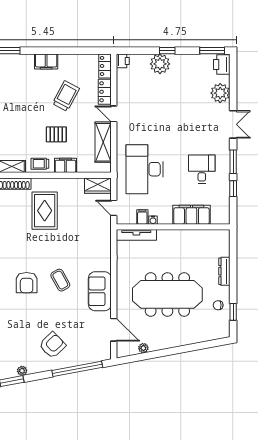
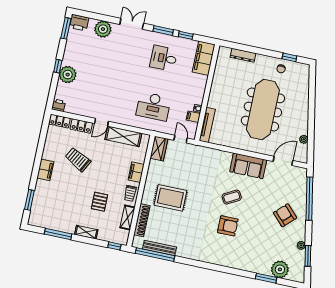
pallet: (56, 134) -> (100, 202), moved
desk: (145, 169) -> (153, 106), width x0.73, depth x0.77
door: (114, 208) -> (181, 139), swing flipped
filing cabinet: (191, 215) -> (204, 58), moved
dresser: (224, 271) -> (243, 55), moved

